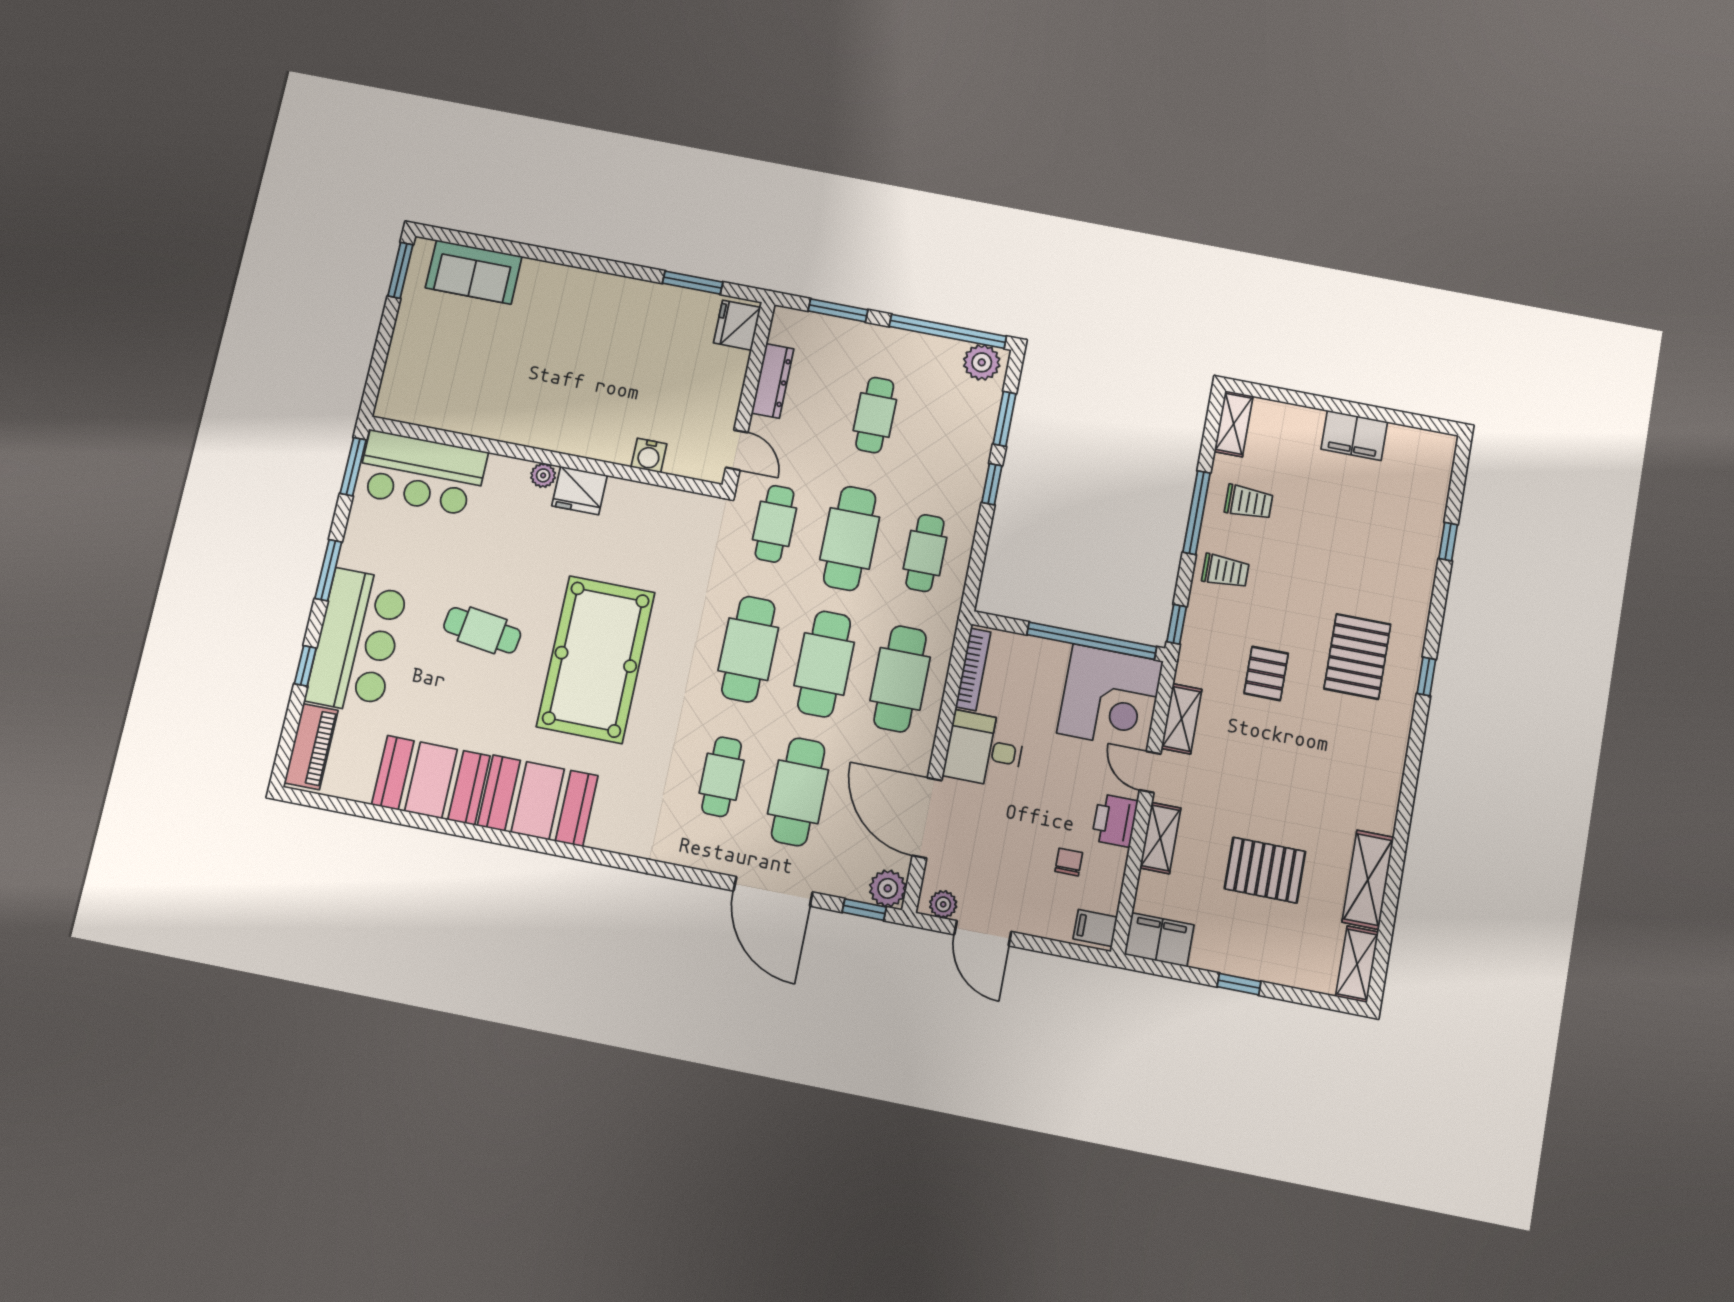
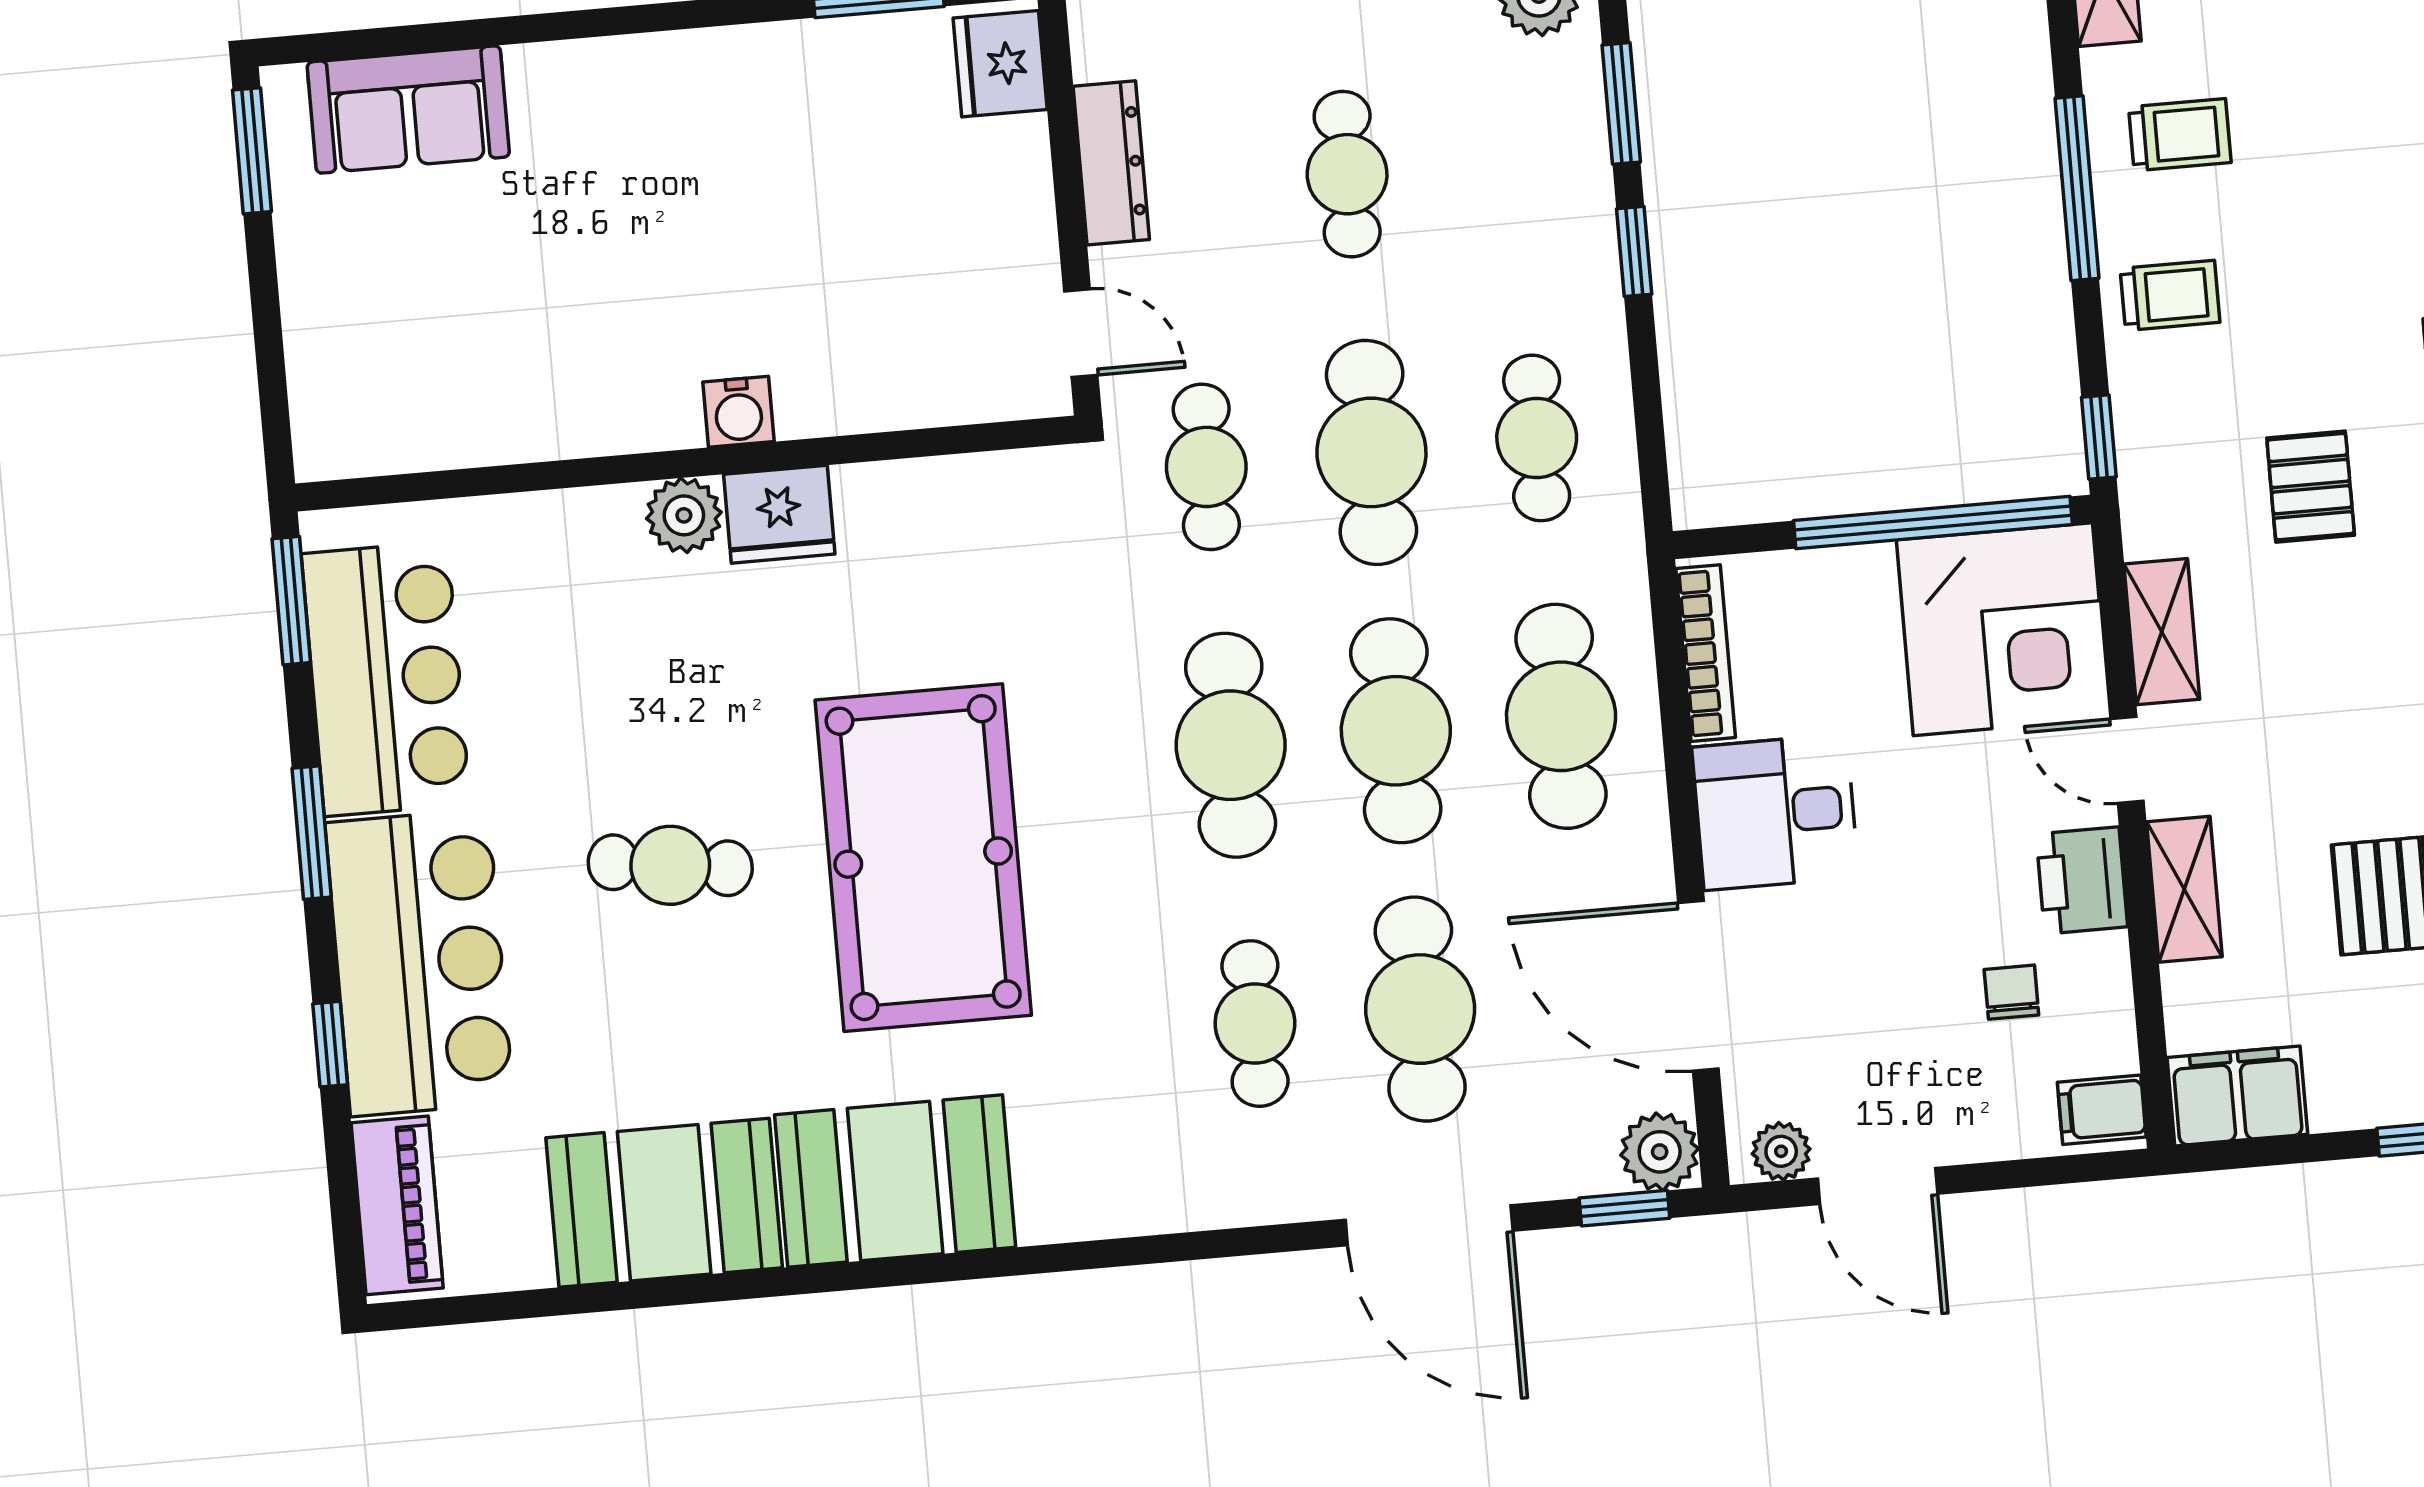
water cooler: (649, 455) -> (738, 412), moved
bar counter: (422, 473) -> (386, 679), moved, turned -90
plant: (543, 475) -> (684, 515), width x1.38, depth x1.38

